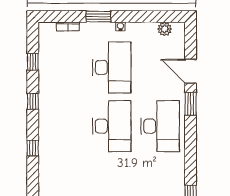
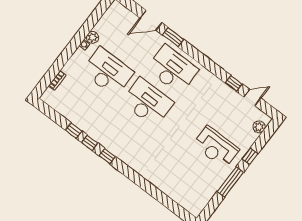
window: (98, 17) -> (66, 55), removed
plant: (165, 29) -> (93, 38), moved
window: (33, 62) -> (74, 131), moved
window: (33, 148) -> (107, 156), moved

